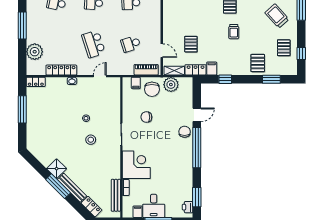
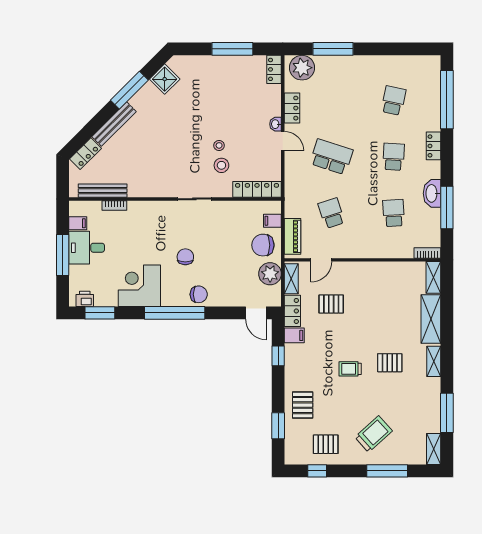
window: (22, 26) -> (333, 49), moved
school desk: (94, 44) -> (331, 157), turned 36
plant: (35, 52) -> (302, 68), moved
pallet: (258, 63) -> (303, 405), turned 90
locker: (61, 70) -> (292, 108), width x0.66
door: (100, 76) -> (283, 141), moved
locker: (115, 93) -> (257, 189), added
door: (197, 115) -> (256, 313), moved
chair: (146, 117) -> (185, 257), moved
stool: (91, 140) -> (221, 165), moved
corner desk: (136, 165) -> (139, 286), moved, turned 180
shower: (57, 169) -> (165, 79), moved
window: (58, 186) -> (129, 90), moved

